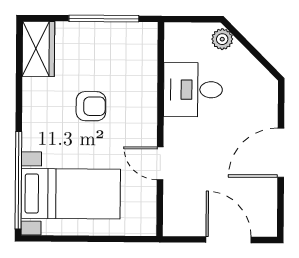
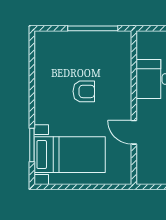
wardrobe: (38, 49) -> (46, 50), removed
window: (18, 180) -> (32, 145), width x0.47

